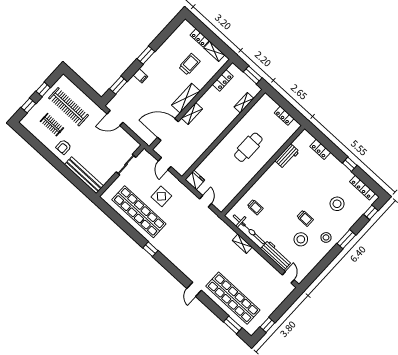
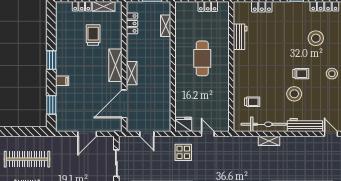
door: (115, 118) -> (87, 134), moved
display table: (161, 196) -> (183, 152), moved
stool: (301, 239) -> (294, 94), moved

